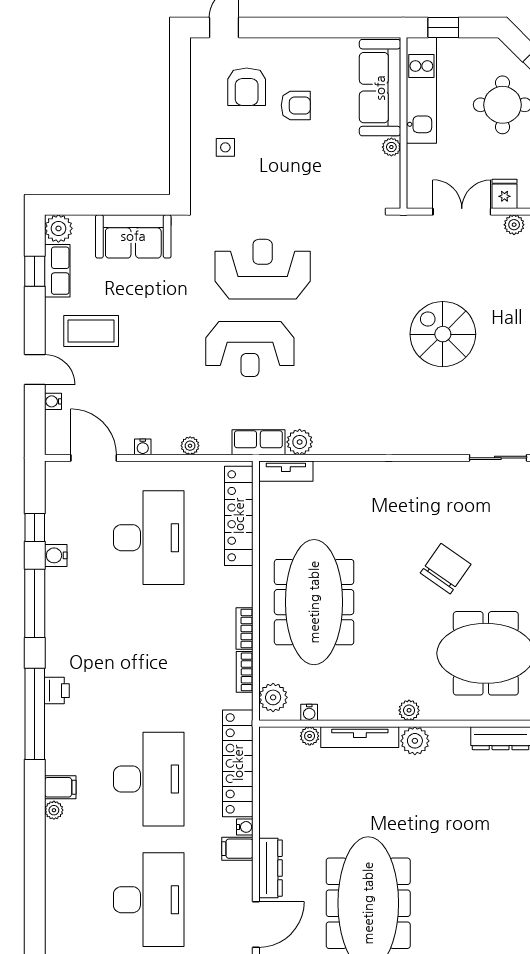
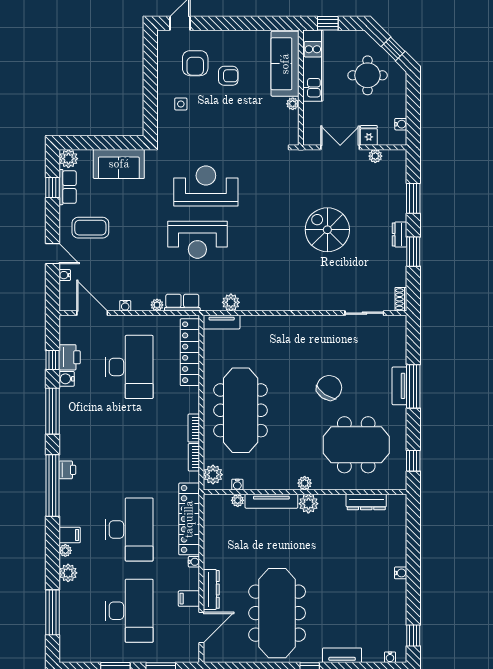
row of seats: (258, 442) -> (182, 303), moved
printer: (60, 523) -> (70, 357), added
plant: (58, 844) -> (68, 573), added
filing cabinet: (237, 849) -> (189, 599), moved
window: (35, 902) -> (52, 612), added

